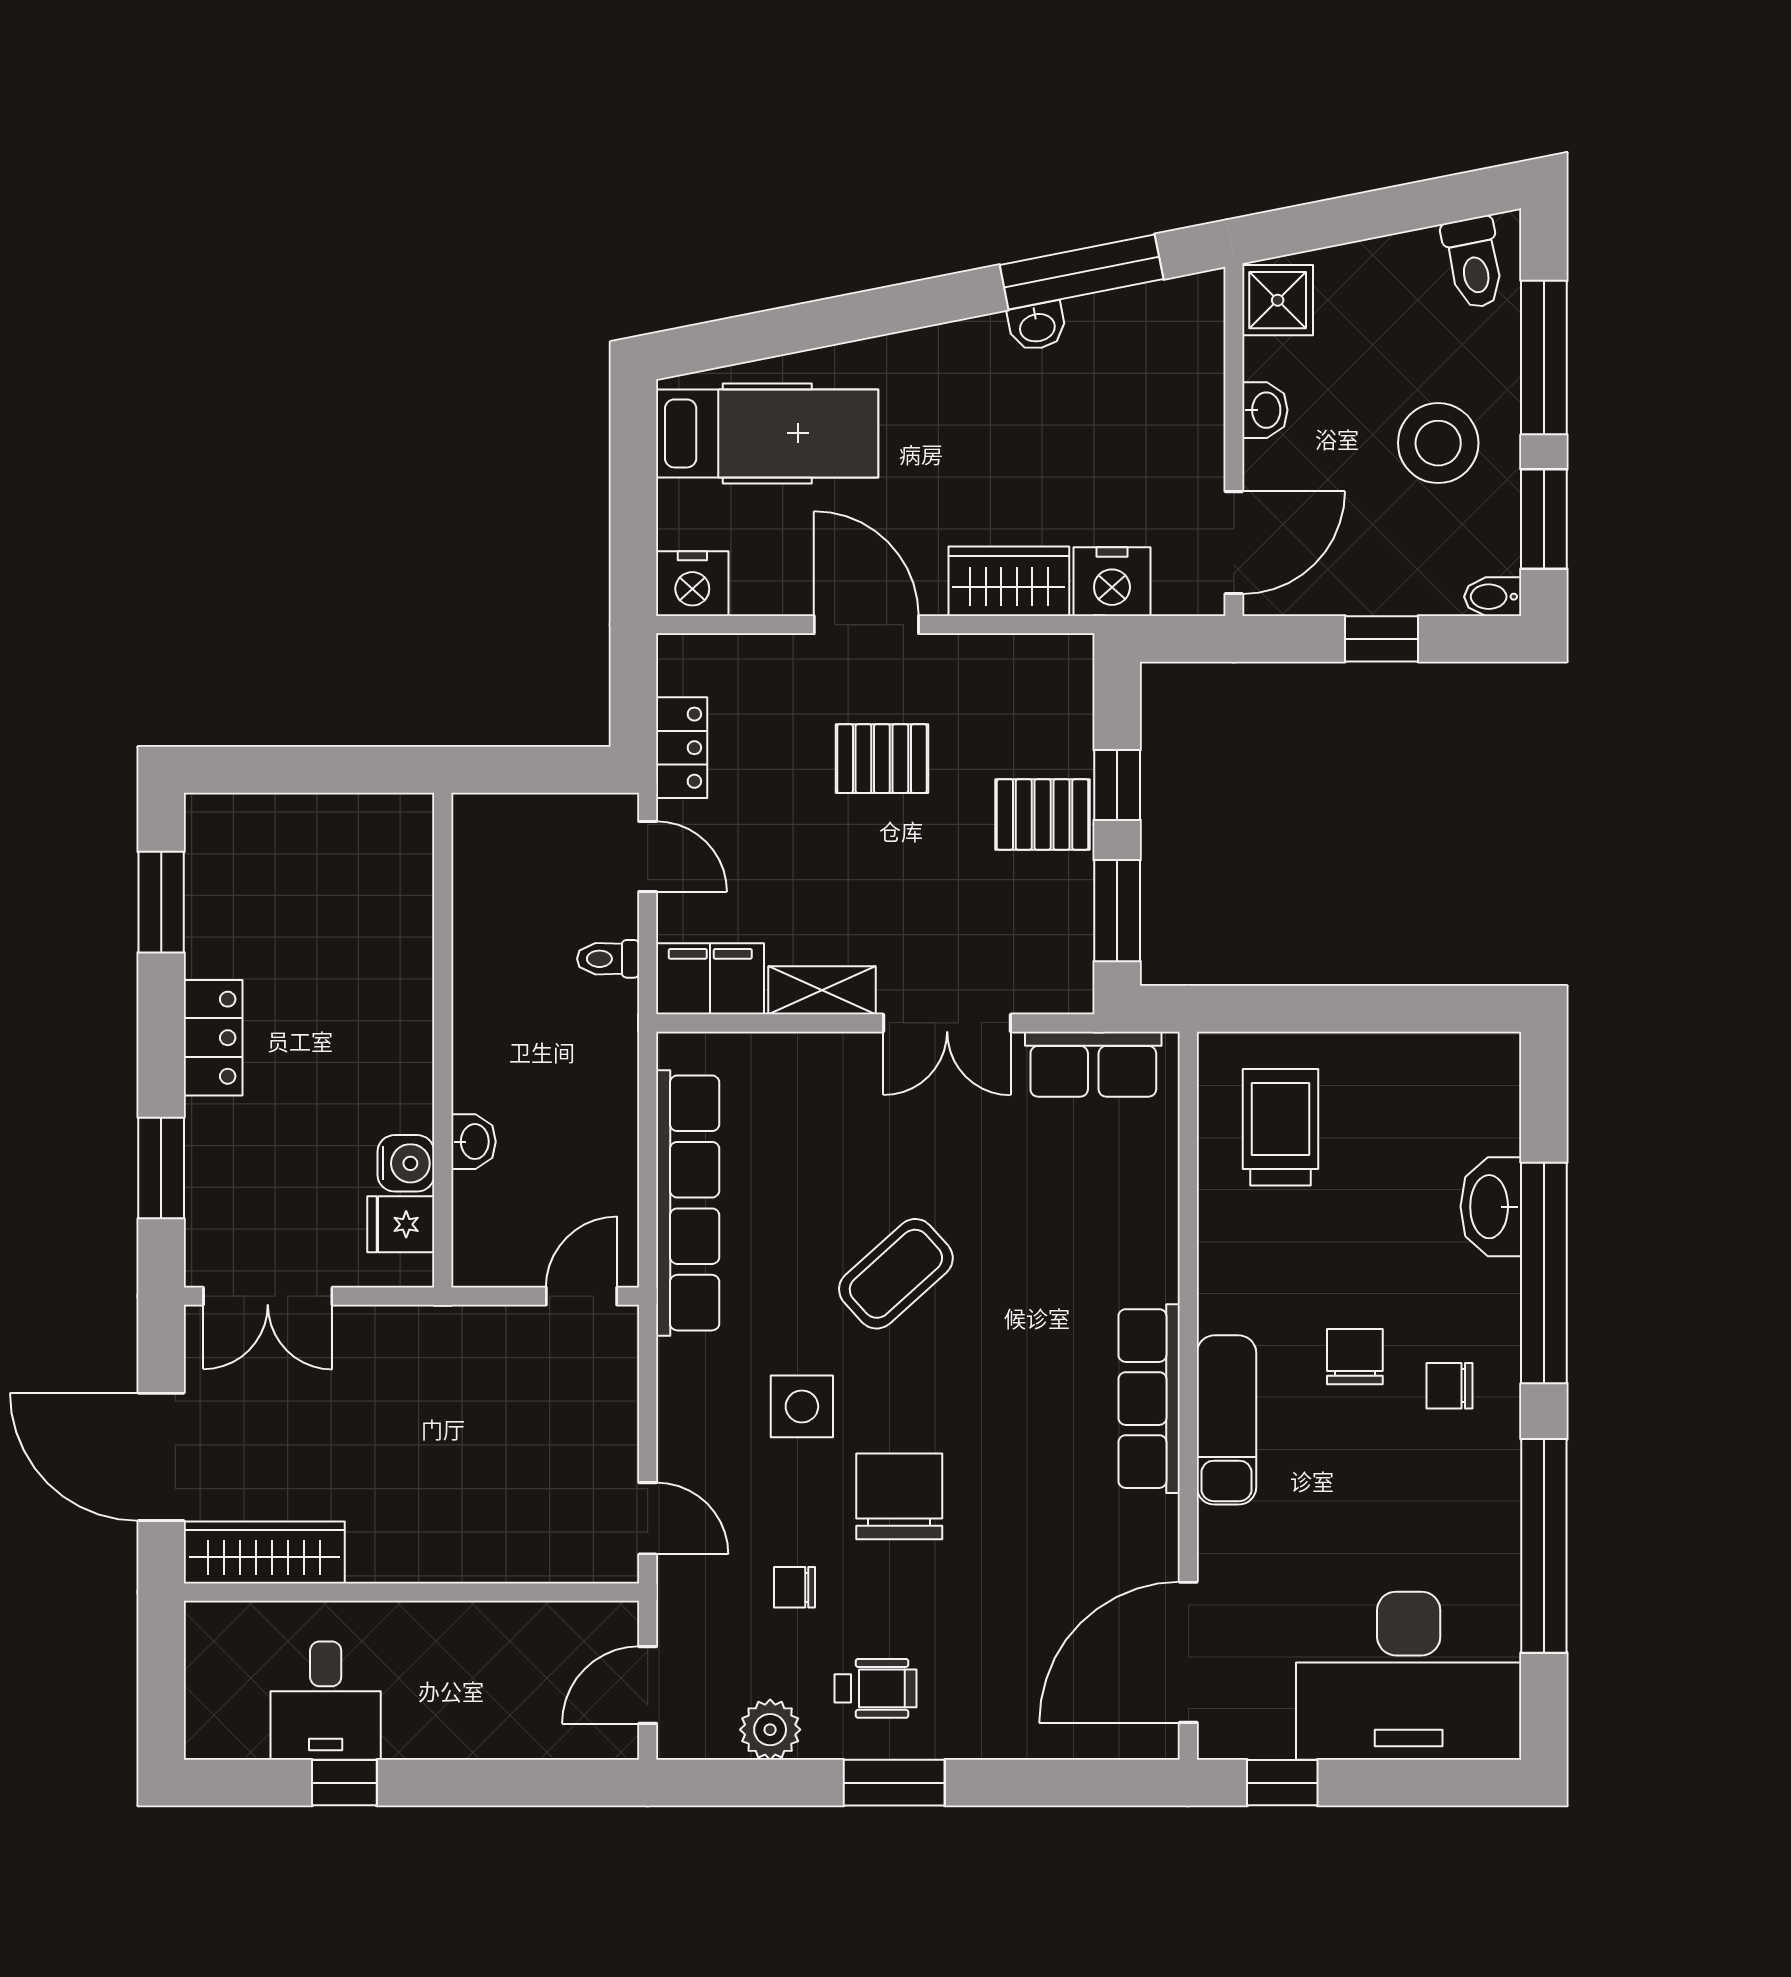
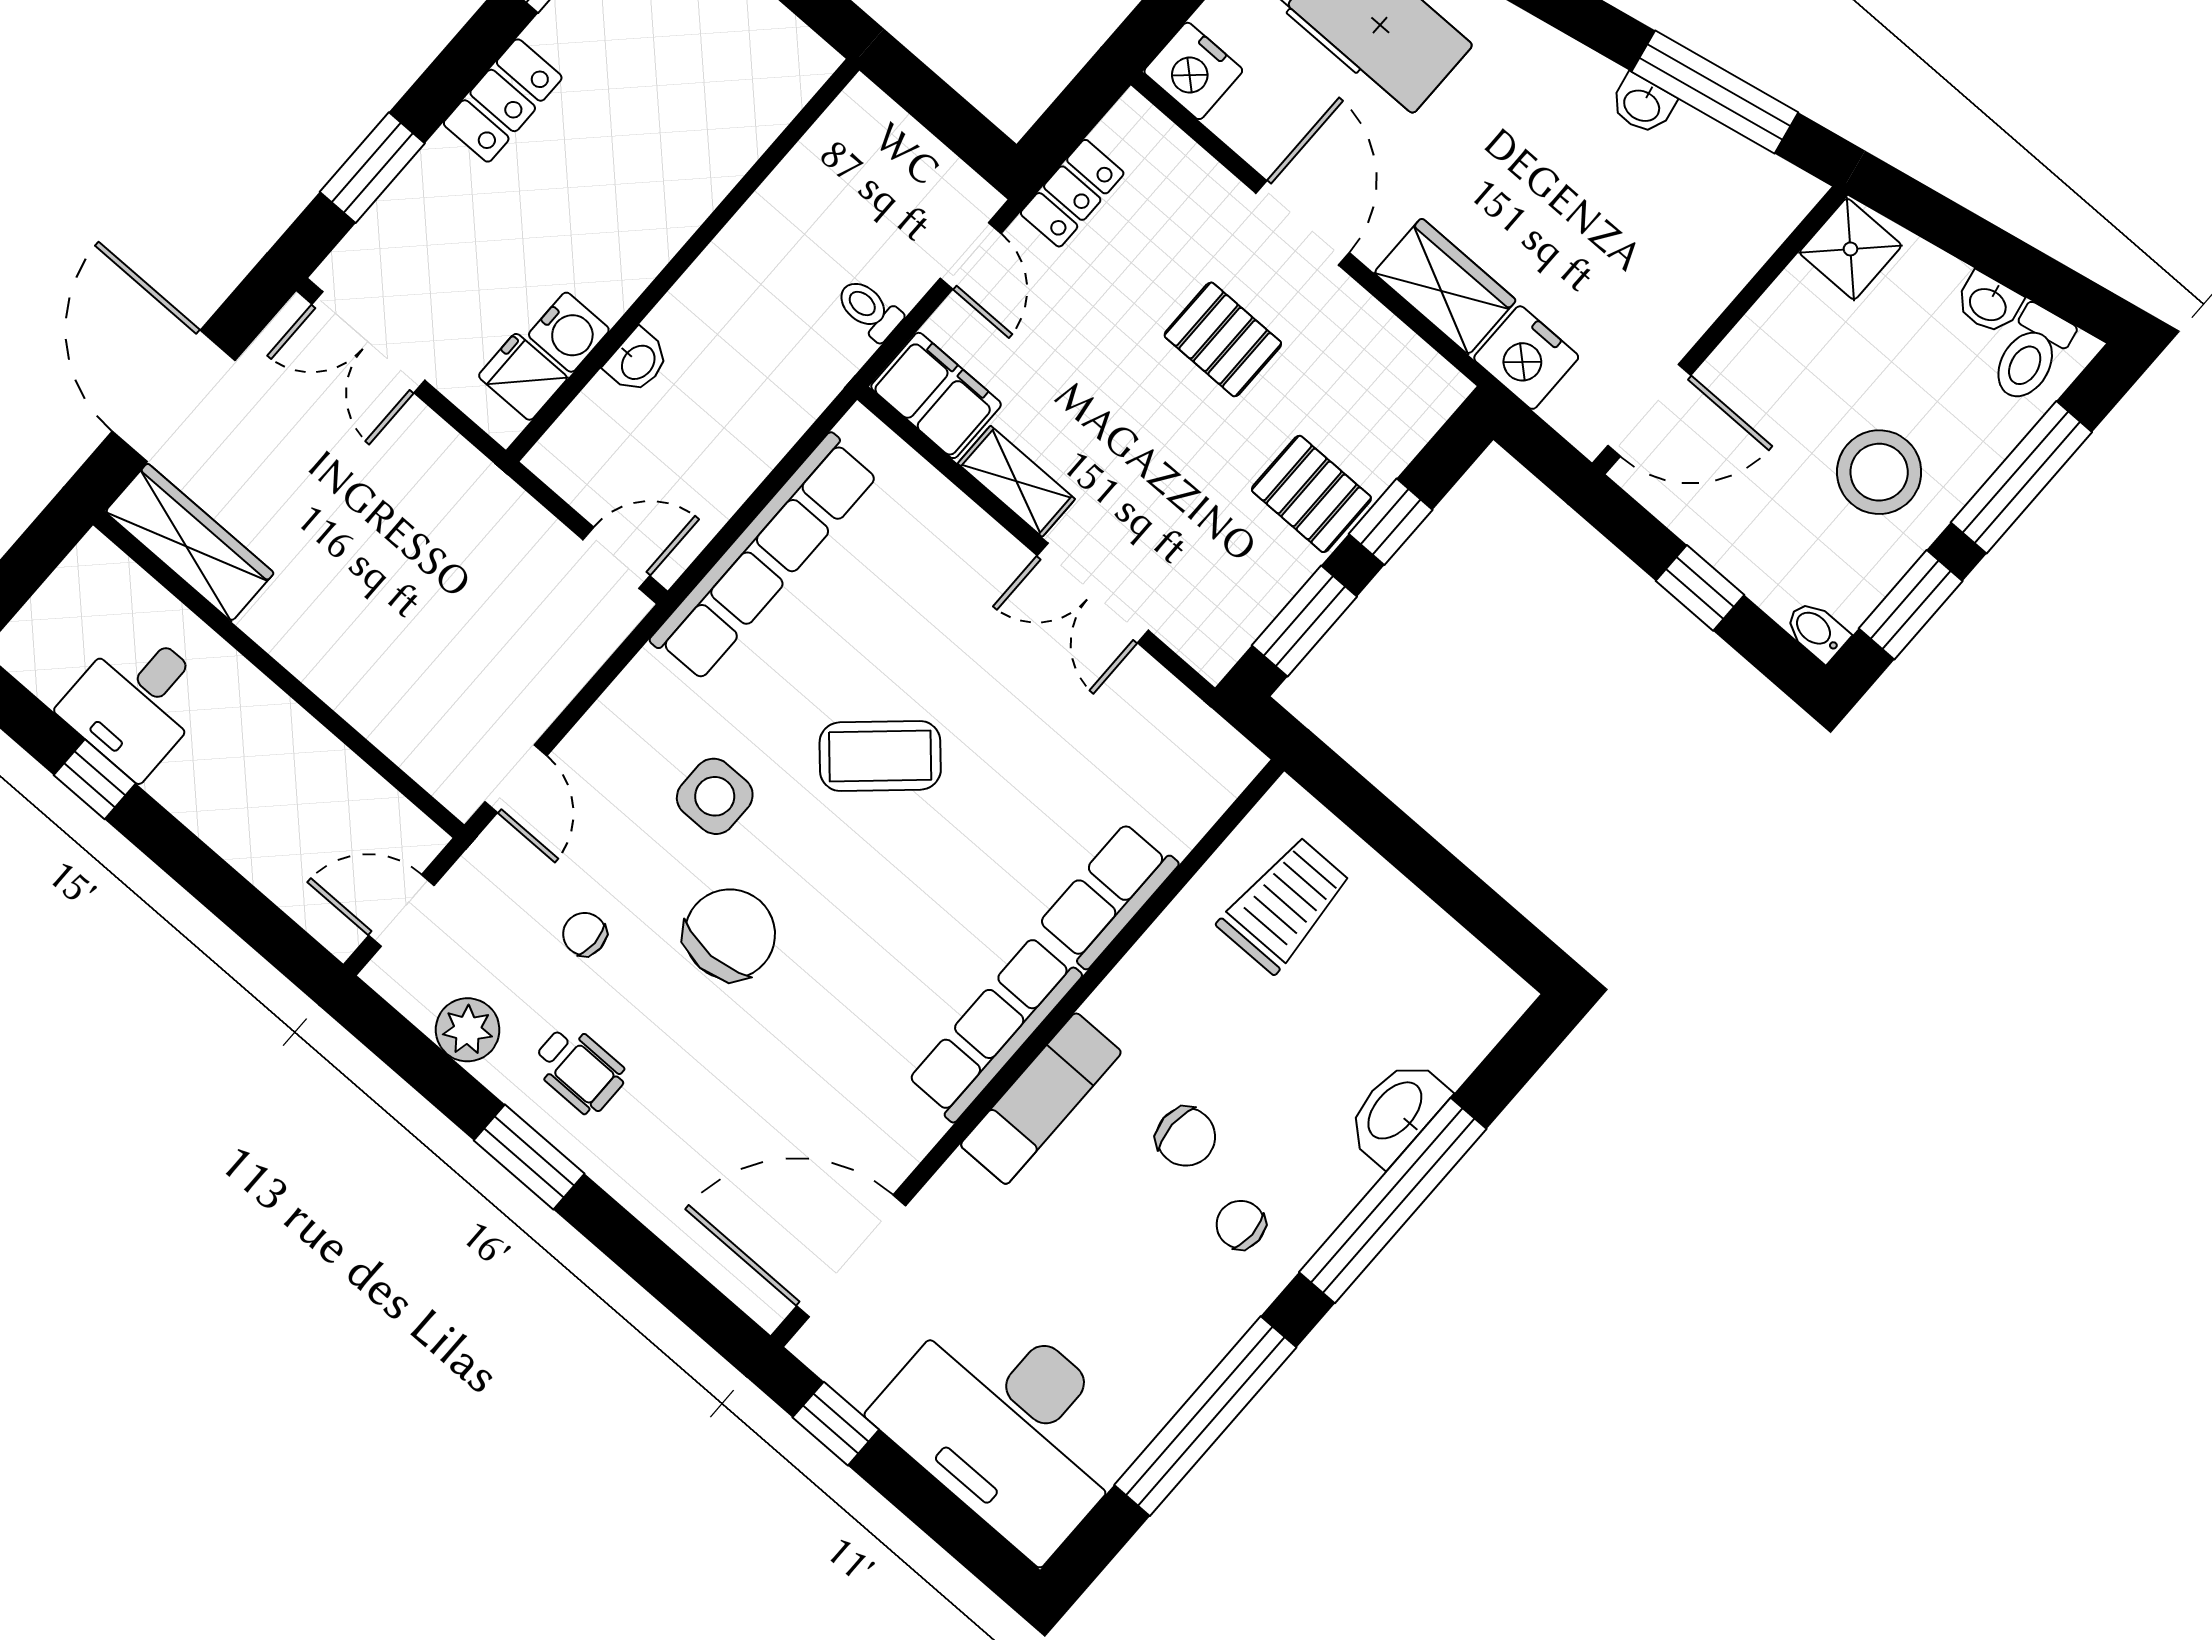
washbasin: (1265, 410) -> (1989, 303), moved, turned 79
row of seats: (1093, 1064) -> (1108, 895), moved, turned 90
chair: (1355, 1357) -> (1186, 1137), turned 90

